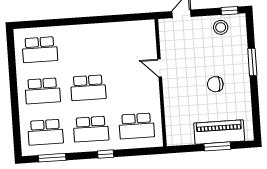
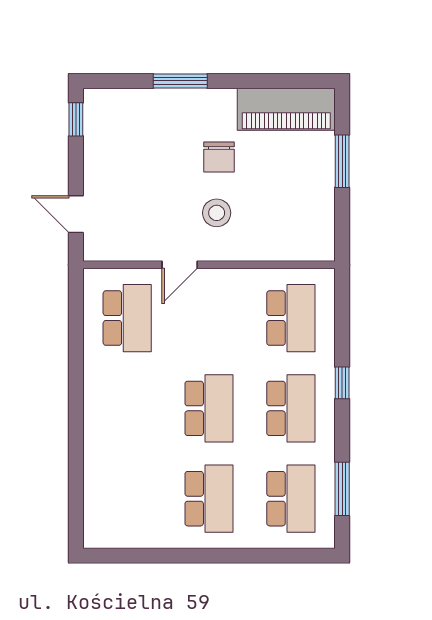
stool: (221, 27) -> (217, 213), moved
school desk: (40, 50) -> (127, 318), moved
piano: (219, 132) -> (286, 109), moved, turned -90

